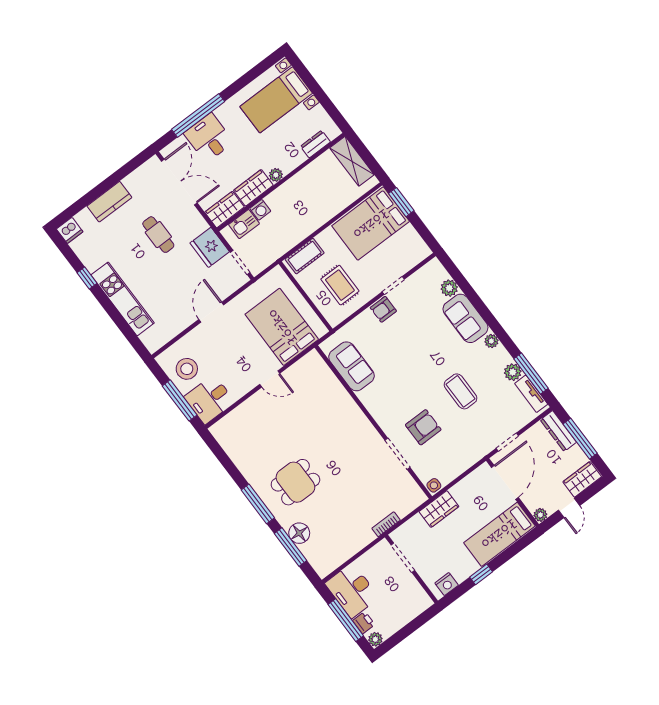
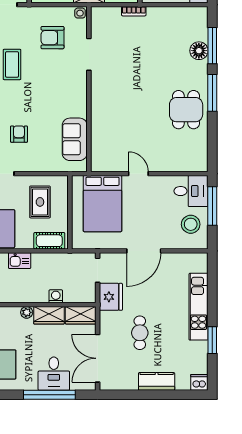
kitchen sink: (244, 224) -> (20, 261), moved, turned 180
window: (87, 278) -> (212, 340), width x1.50
armchair: (383, 309) -> (19, 134), moved, turned -90
door: (211, 312) -> (144, 251), width x1.36
armchair: (423, 427) -> (53, 38), moved
dining table: (295, 482) -> (186, 110), moved, turned 90

